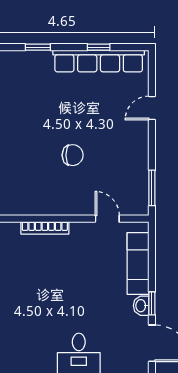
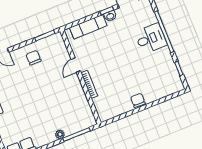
chair: (73, 155) -> (34, 58), moved
door: (107, 219) -> (76, 65), moved

